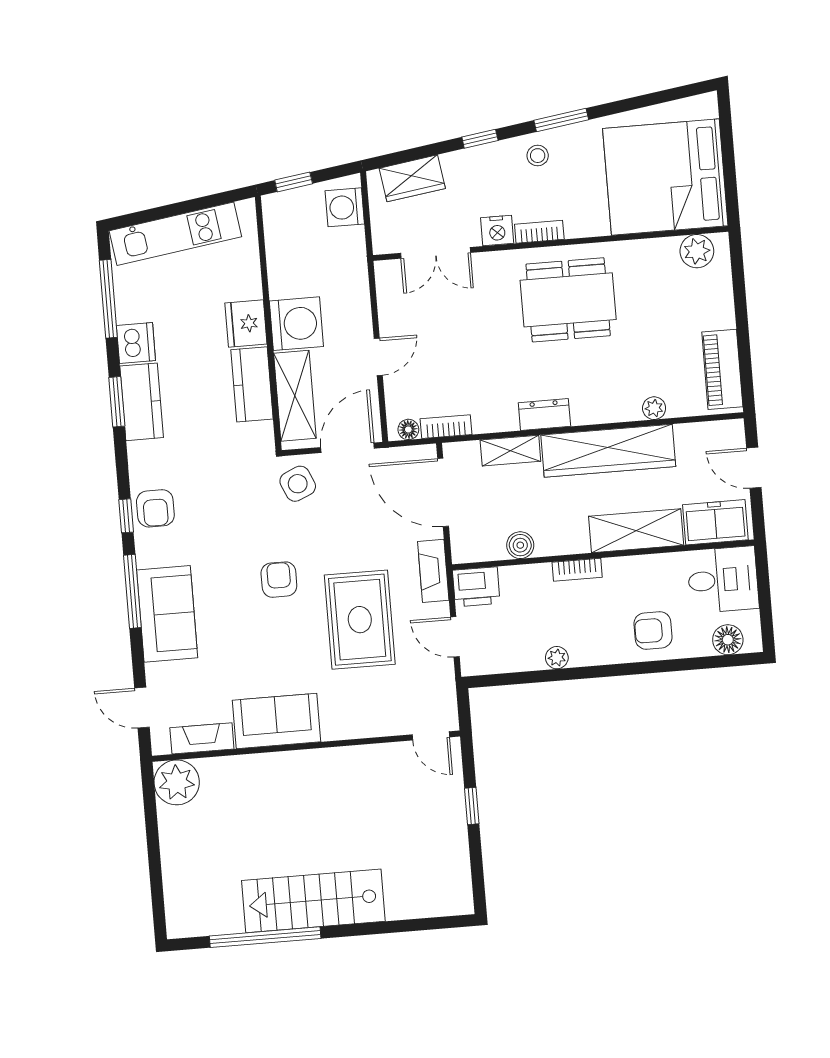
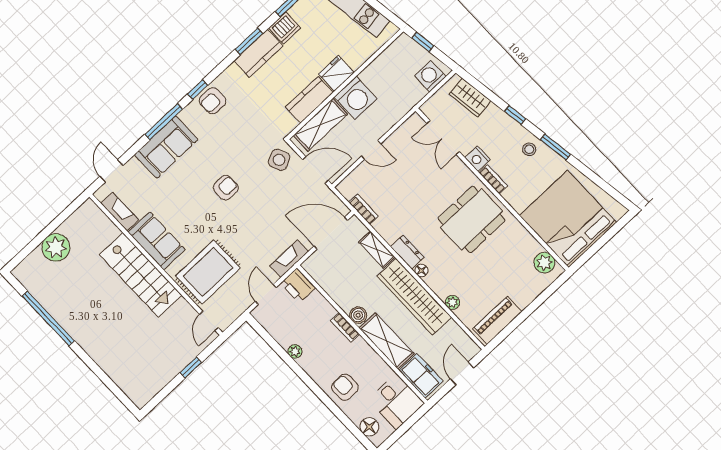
dining table: (568, 300) -> (471, 219), turned 90
floor lamp: (408, 429) -> (421, 271), moved
door: (443, 492) -> (331, 233), hinge flipped
boiler: (520, 545) -> (358, 315), moved
rug: (360, 620) -> (208, 272), moved
plant: (177, 782) -> (56, 247), moved
stairs: (313, 901) -> (141, 275), moved, turned 180

